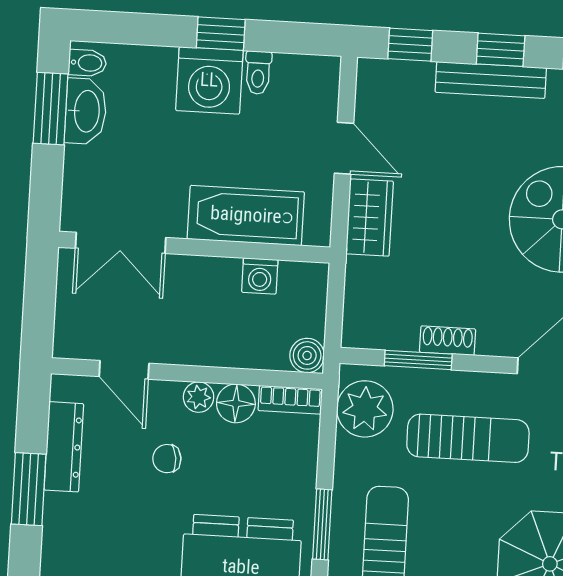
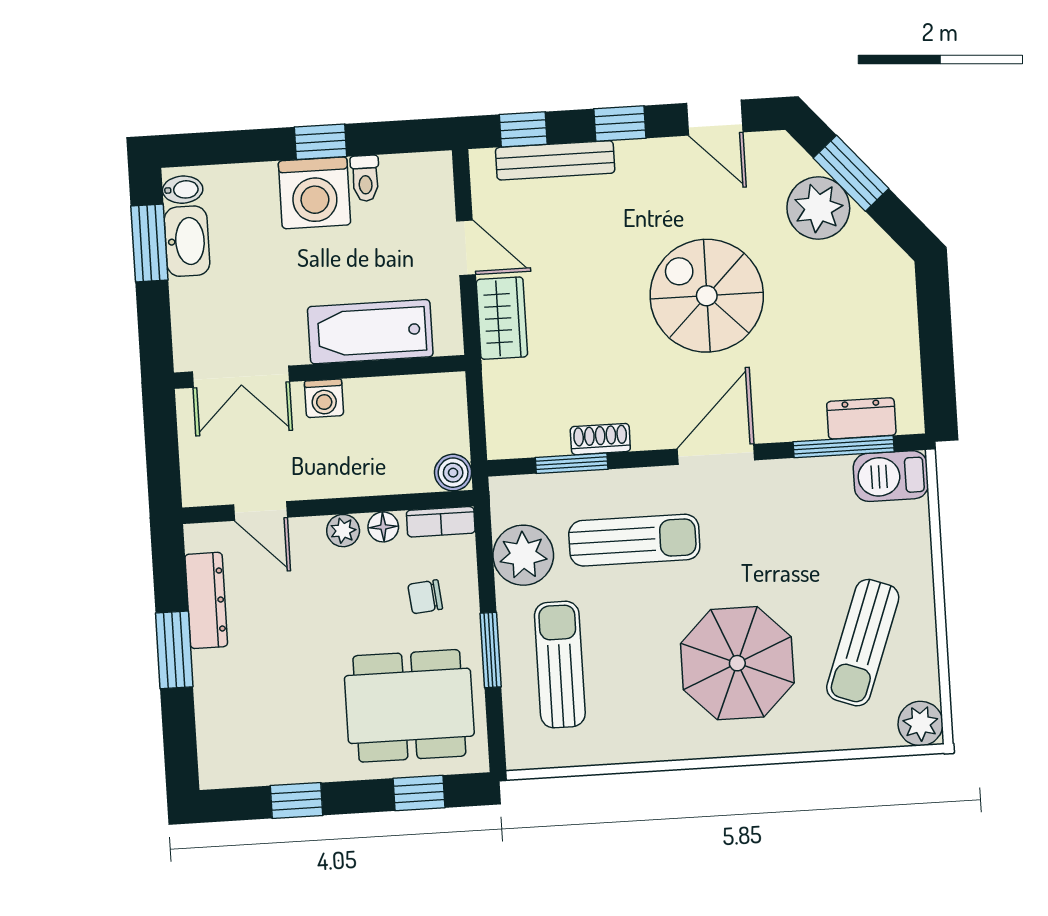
bench: (491, 80) -> (555, 160), moved
washing machine: (260, 276) -> (324, 398), moved
floor lamp: (236, 403) -> (383, 527), width x0.73, depth x0.73
plant: (365, 409) -> (523, 555), moved
chair: (167, 459) -> (425, 597), moved

